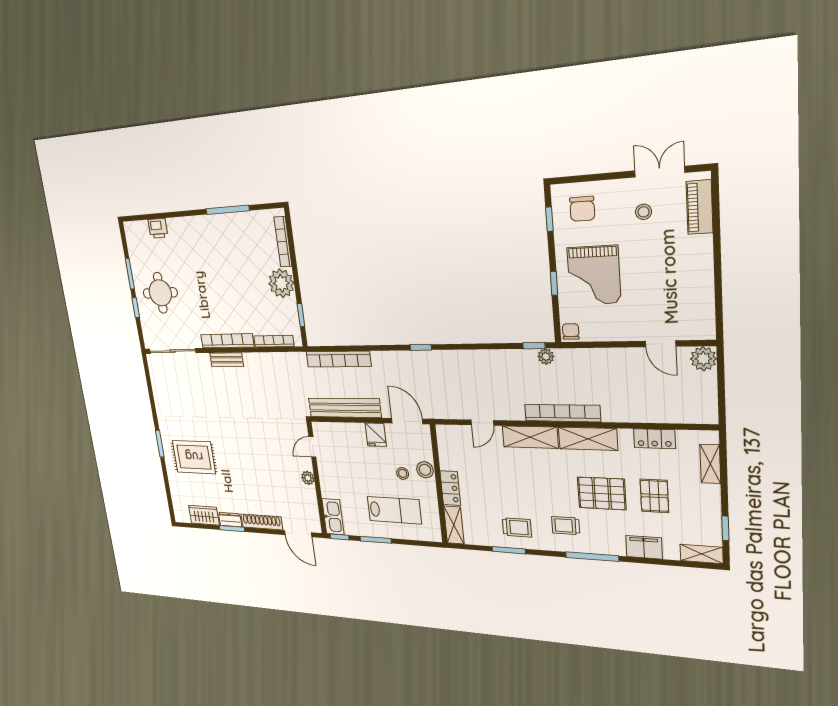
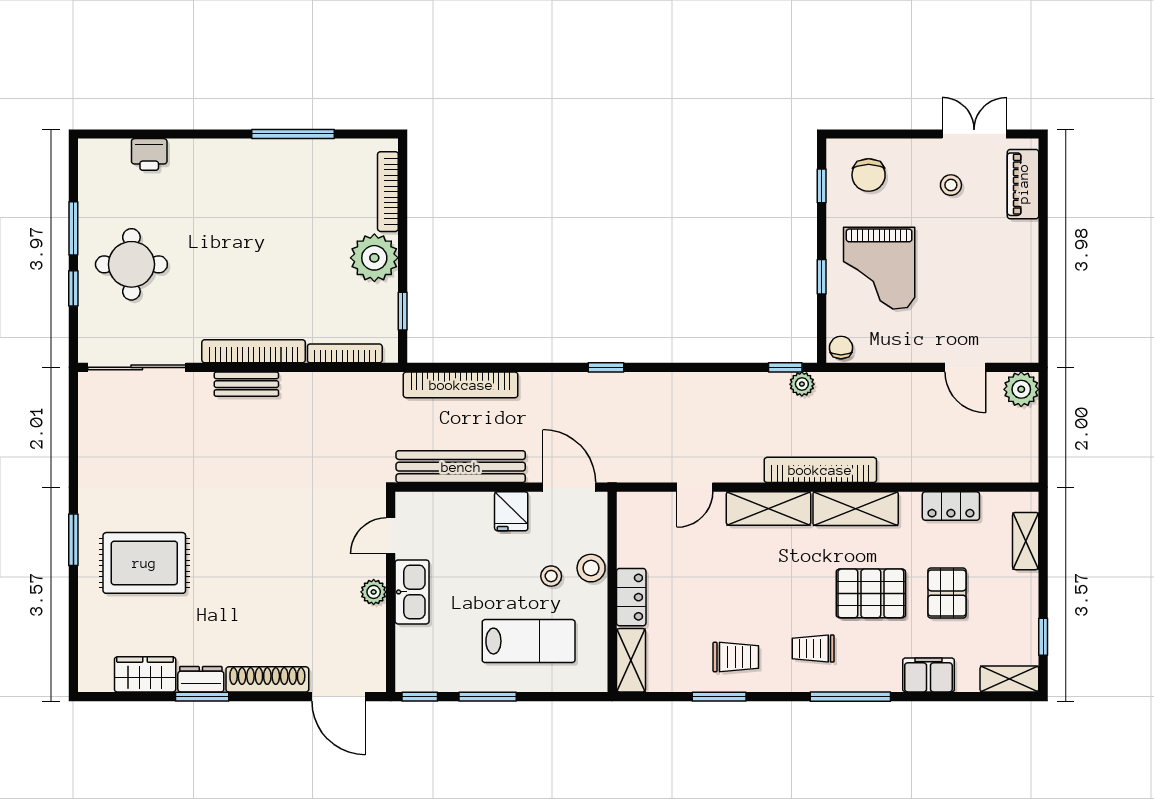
kitchen sink: (333, 517) -> (412, 592), moved

